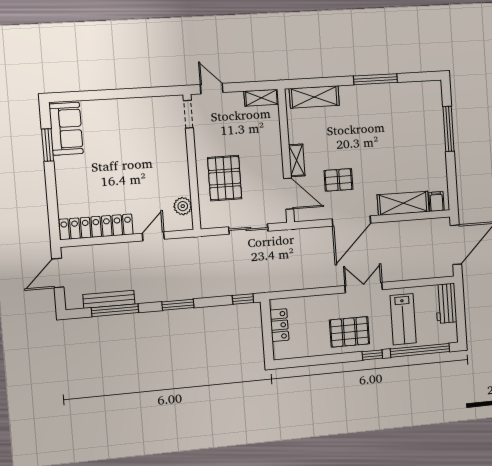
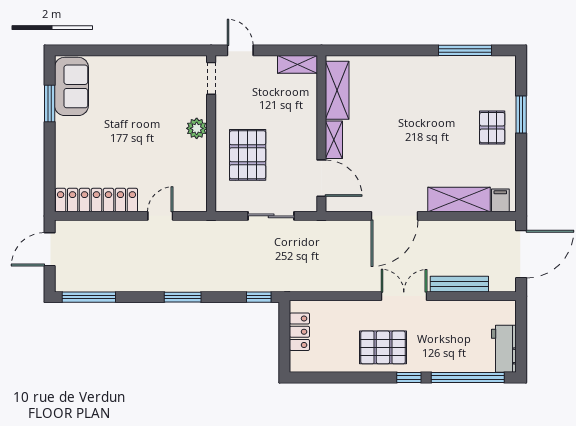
window: (375, 79) -> (465, 50), moved
shelving: (314, 97) -> (337, 90), moved, turned 90
window: (449, 129) -> (521, 114), width x0.69
pallet: (338, 180) -> (492, 128), moved, turned 90
plant: (183, 206) -> (197, 128), moved
bench: (109, 299) -> (459, 284), moved
workbench: (446, 303) -> (504, 349), moved
window: (115, 310) -> (89, 297), moved
lab bench: (403, 319) -> (450, 338), removed

